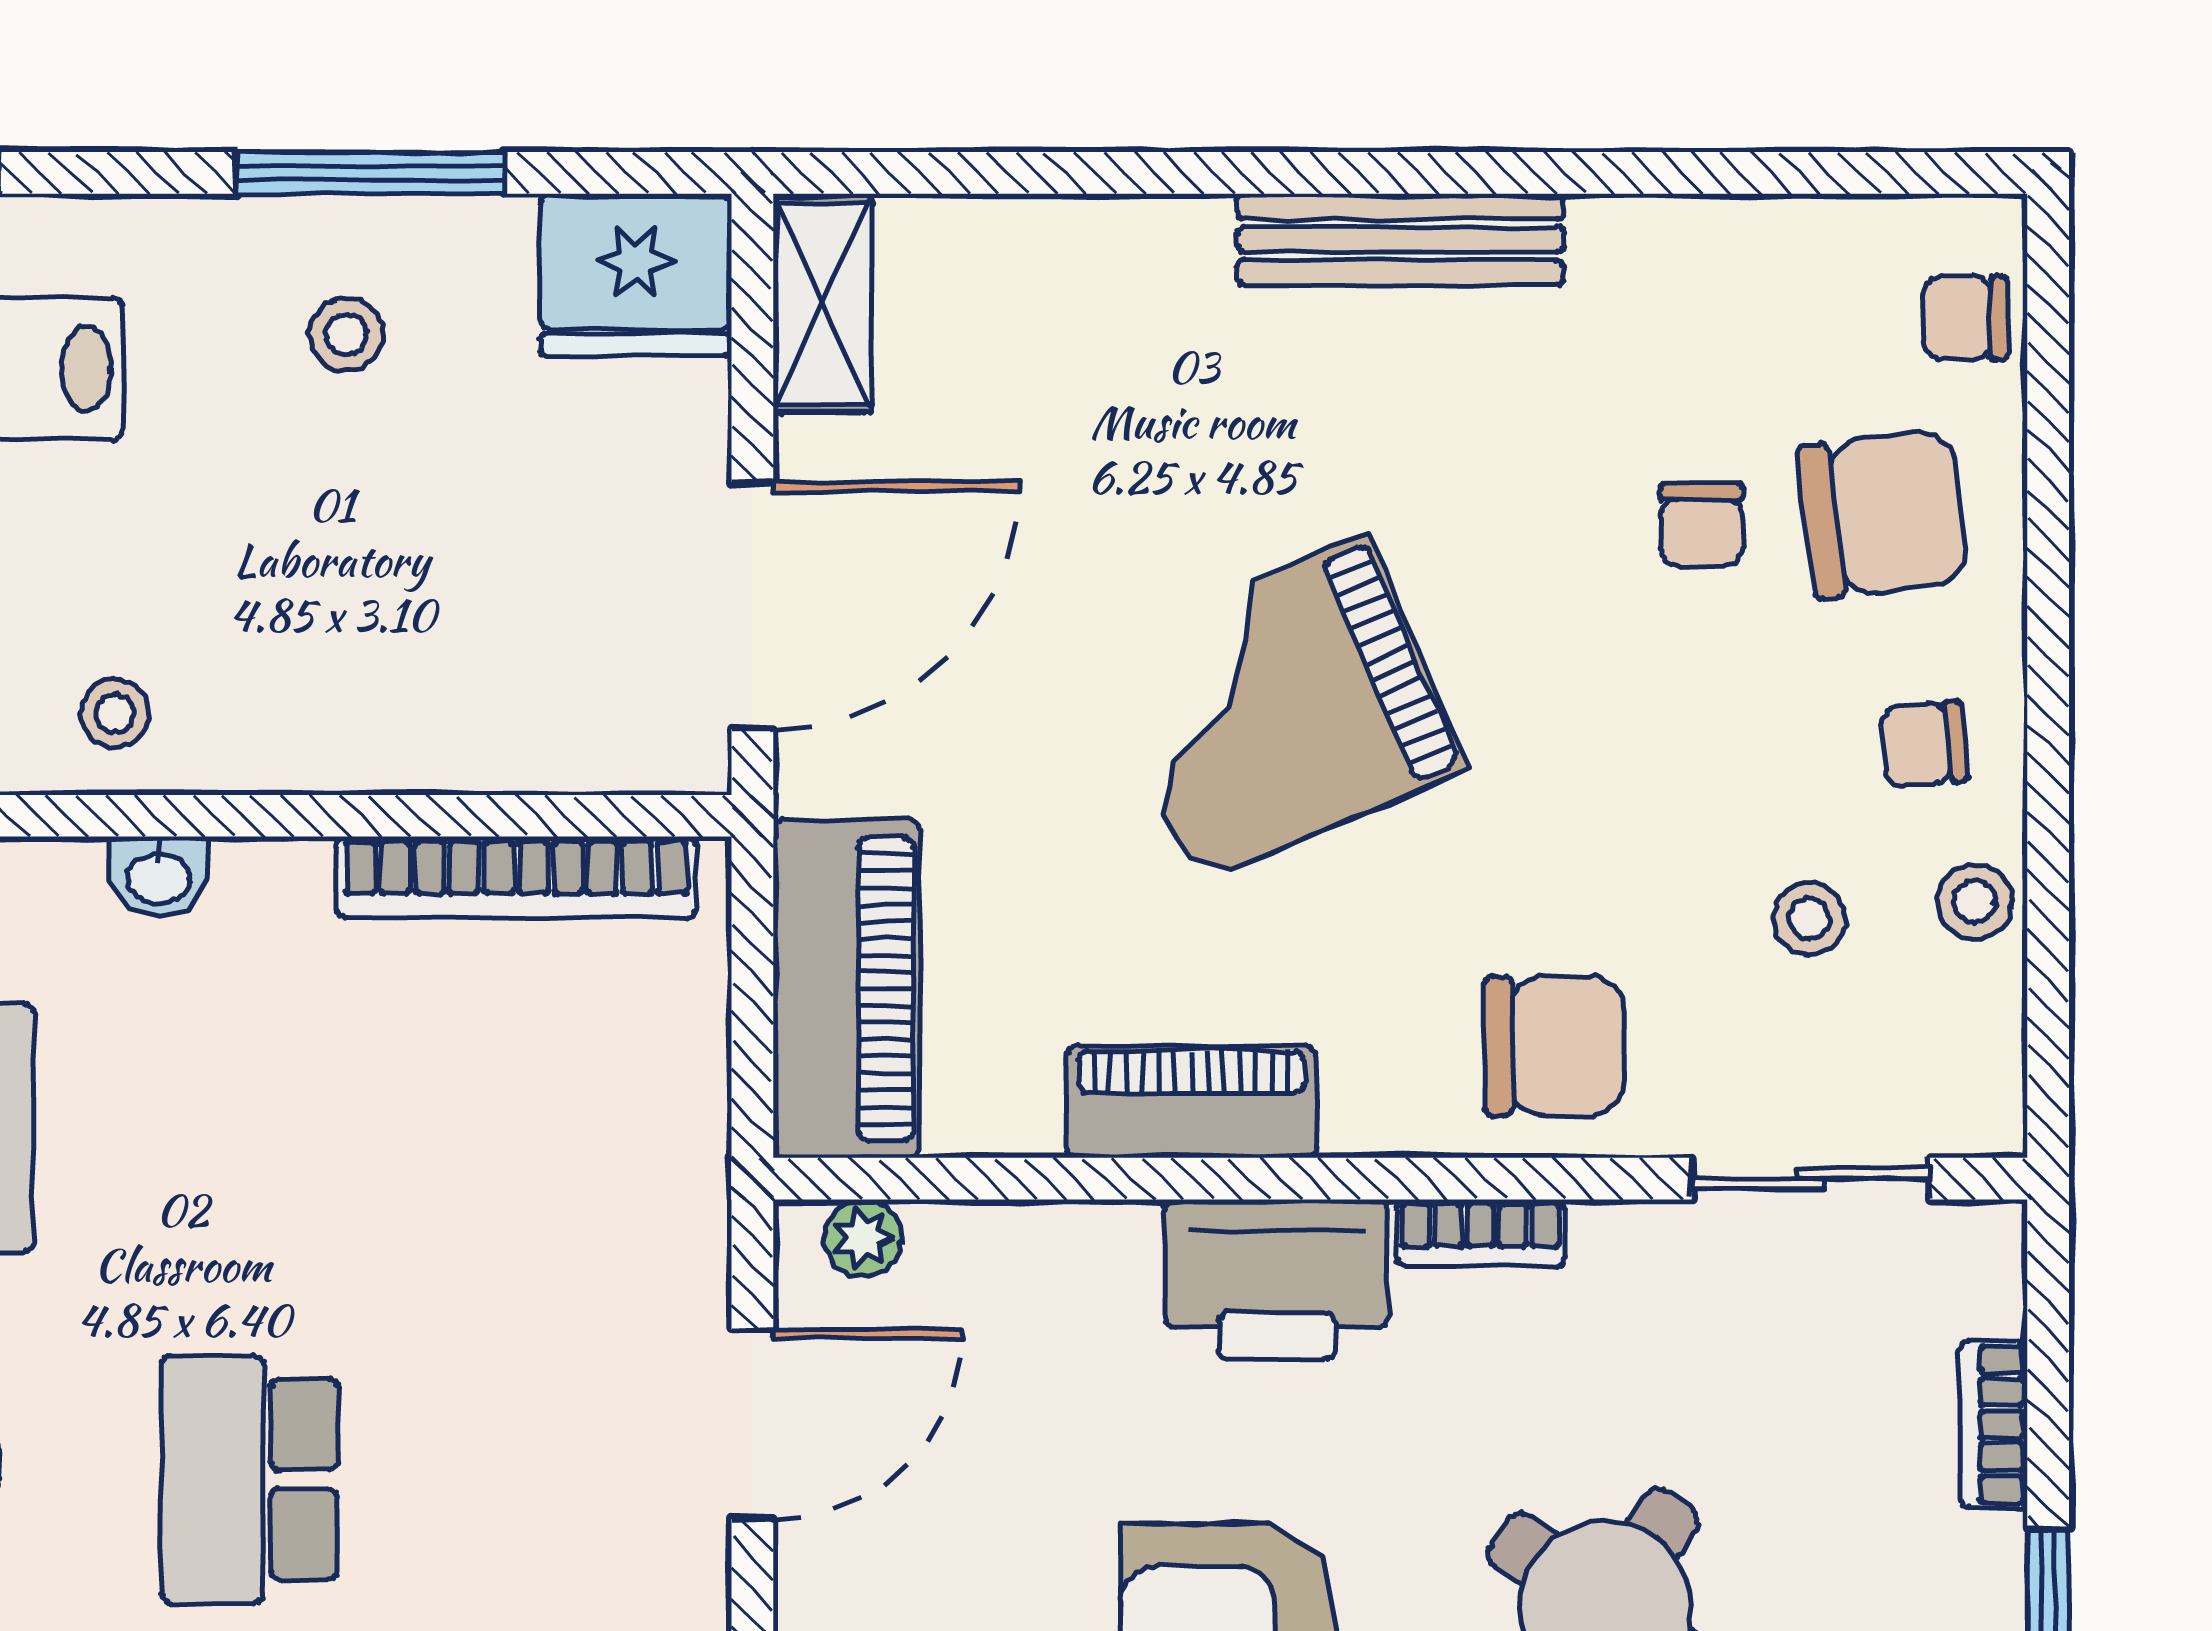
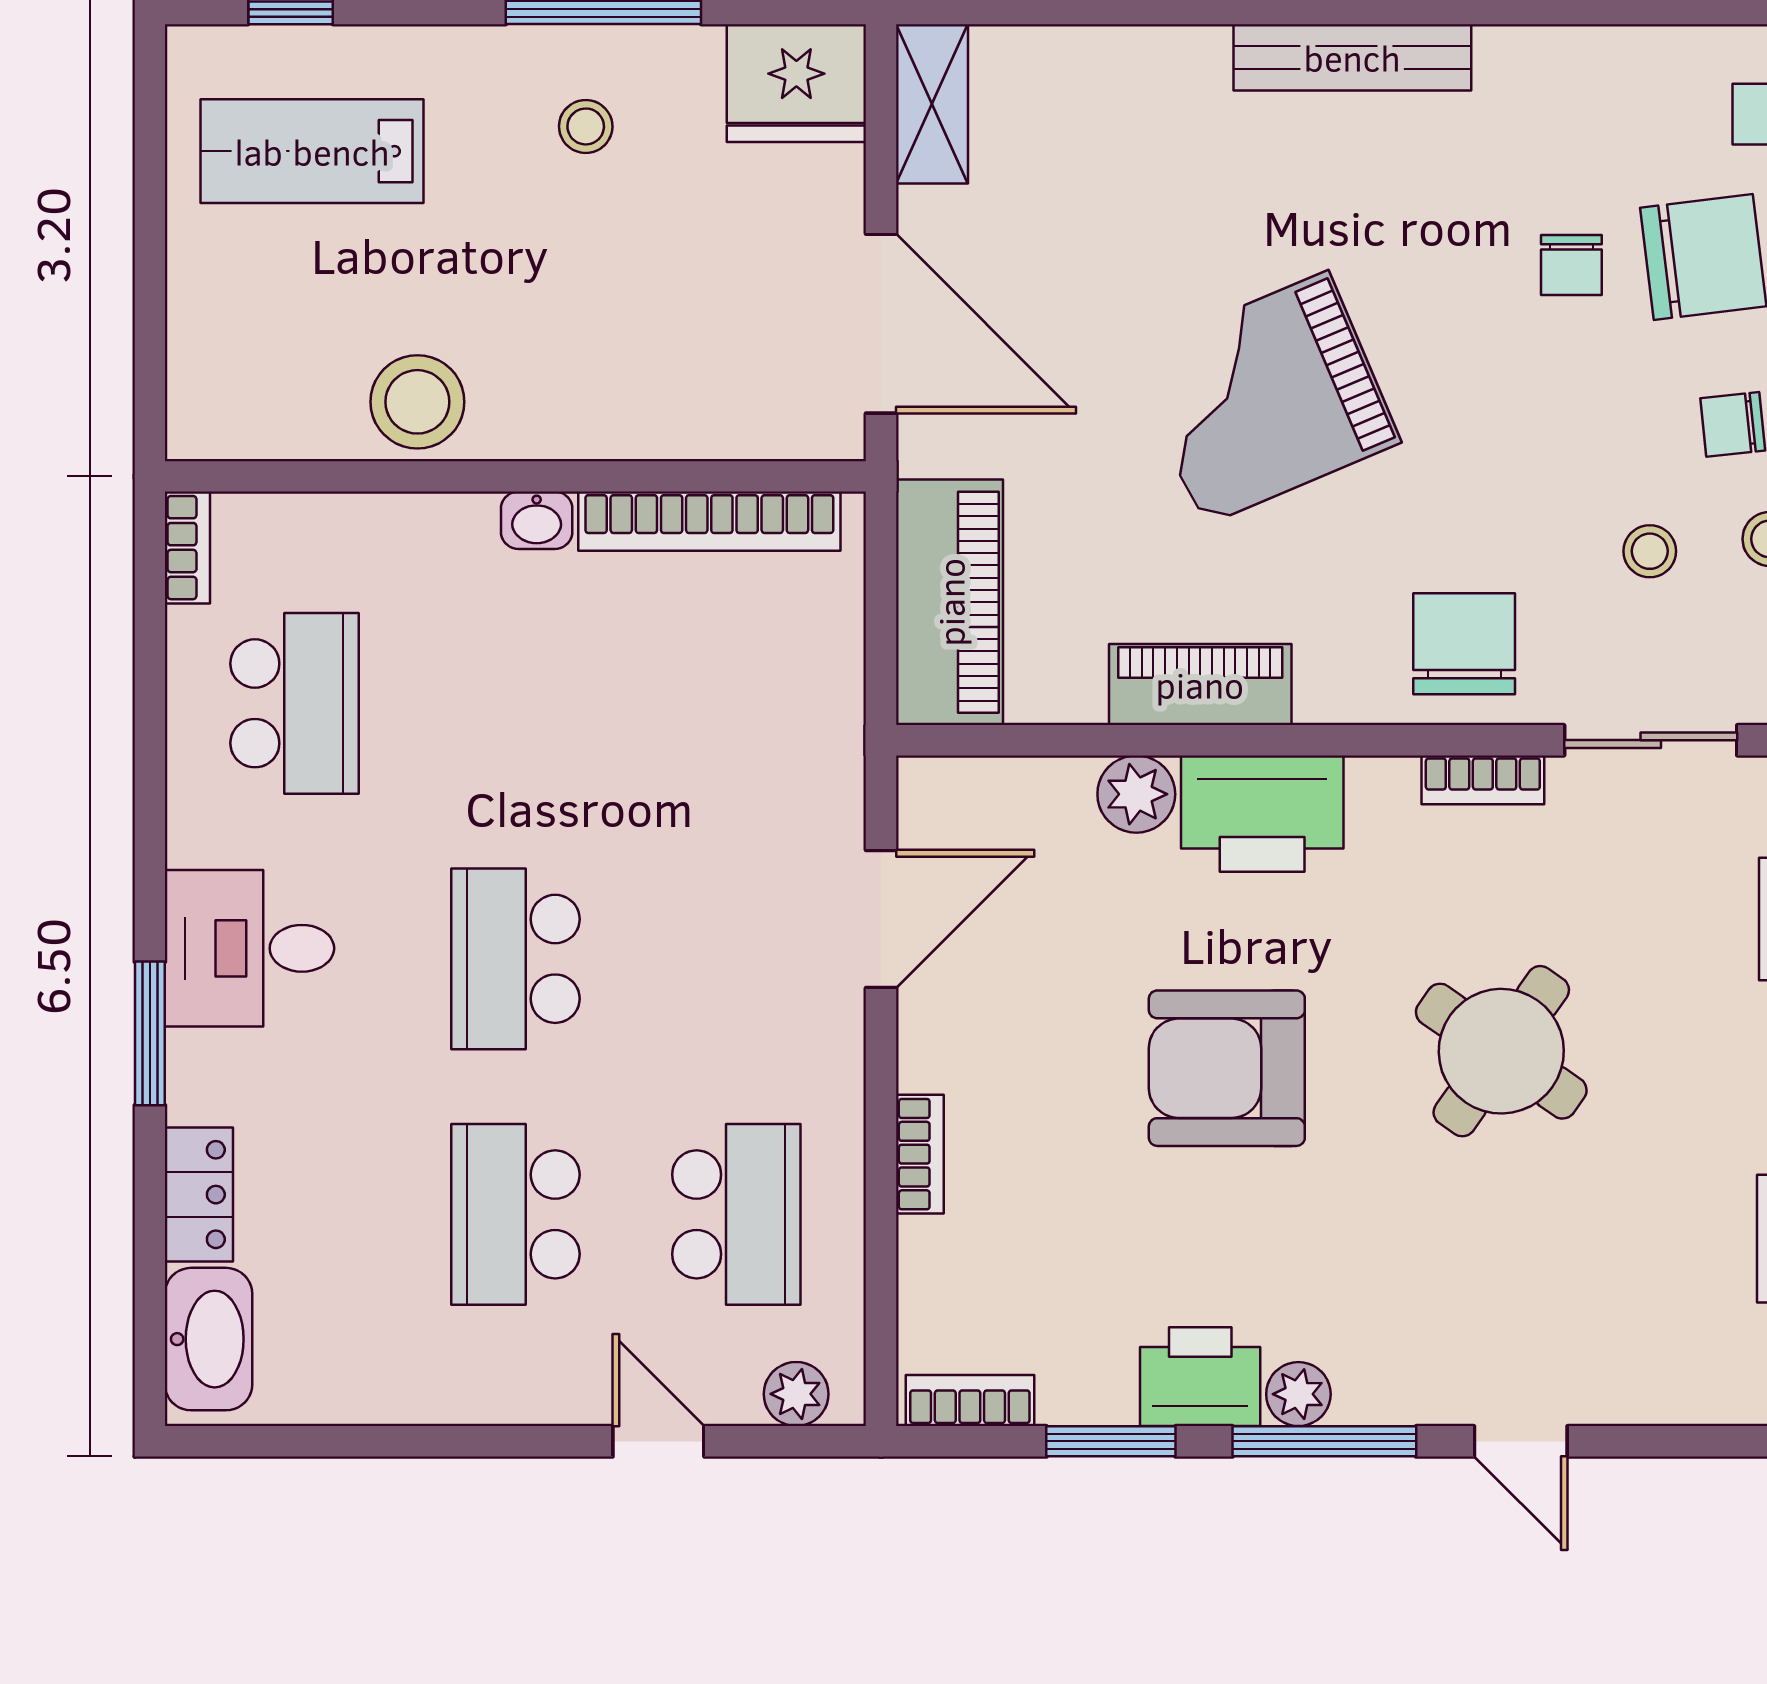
door: (752, 606) -> (881, 324), hinge flipped
stool: (115, 713) -> (417, 402), width x1.89, depth x1.89
washbasin: (159, 876) -> (537, 520), moved
chair: (1554, 1046) -> (1464, 644), turned -90
bookcase: (1481, 1233) -> (1483, 780), moved
plant: (863, 1238) -> (1136, 794), moved, width x1.38, depth x1.38

